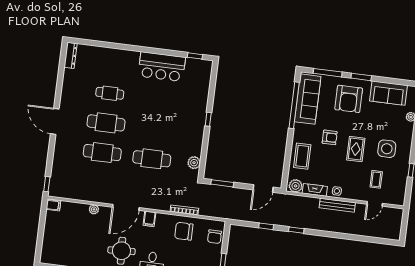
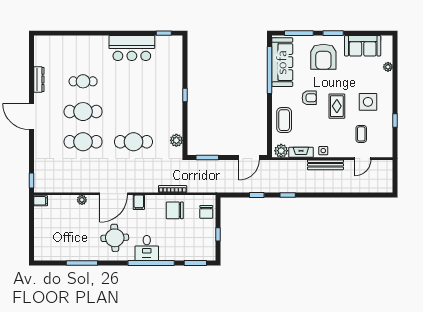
dresser: (70, 55) -> (39, 79), moved

